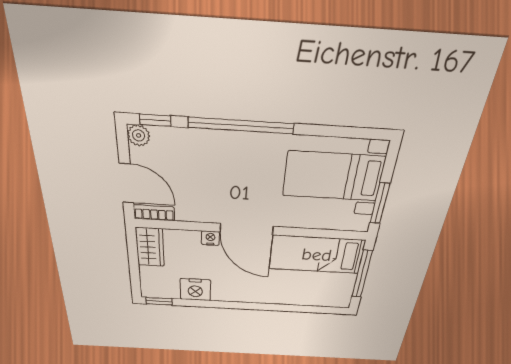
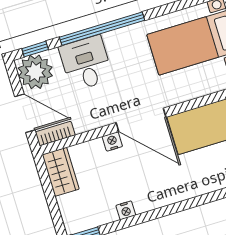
plant: (139, 135) -> (35, 72), width x1.87, depth x1.87
desk: (209, 156) -> (86, 63), added
nightstand: (195, 290) -> (126, 210), width x0.53, depth x0.56

